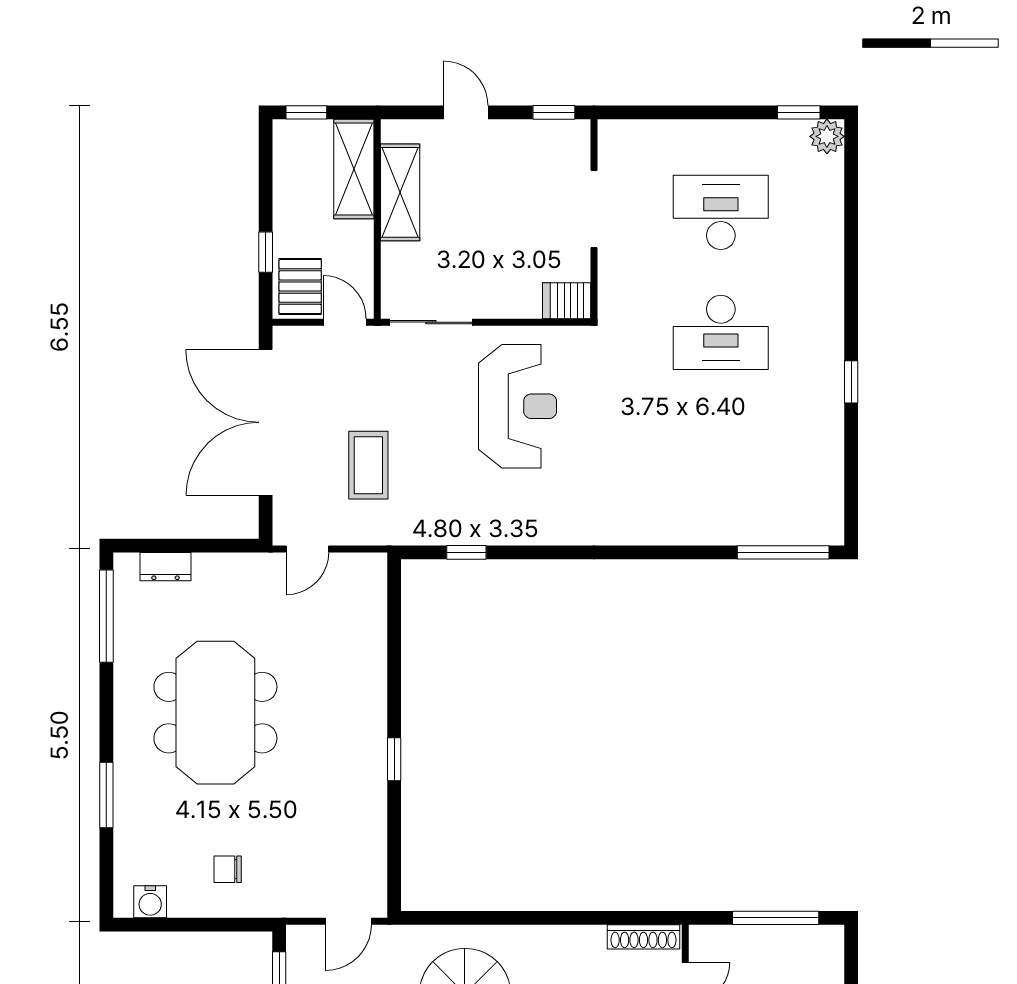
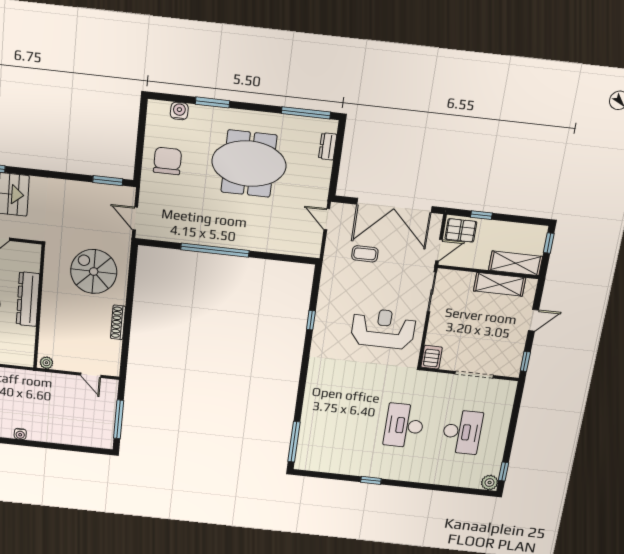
reception desk: (518, 406) -> (383, 329), turned 180
double door: (266, 422) -> (394, 205), swing flipped
coffee table: (368, 465) -> (365, 254), width x0.73, depth x0.77
window: (466, 552) -> (311, 320), moved
window: (394, 759) -> (215, 250), width x3.17
chair: (228, 869) -> (167, 161), width x1.87, depth x1.87
water cooler: (150, 902) -> (179, 111), moved, turned 90
shoe rack: (644, 937) -> (118, 322), moved

